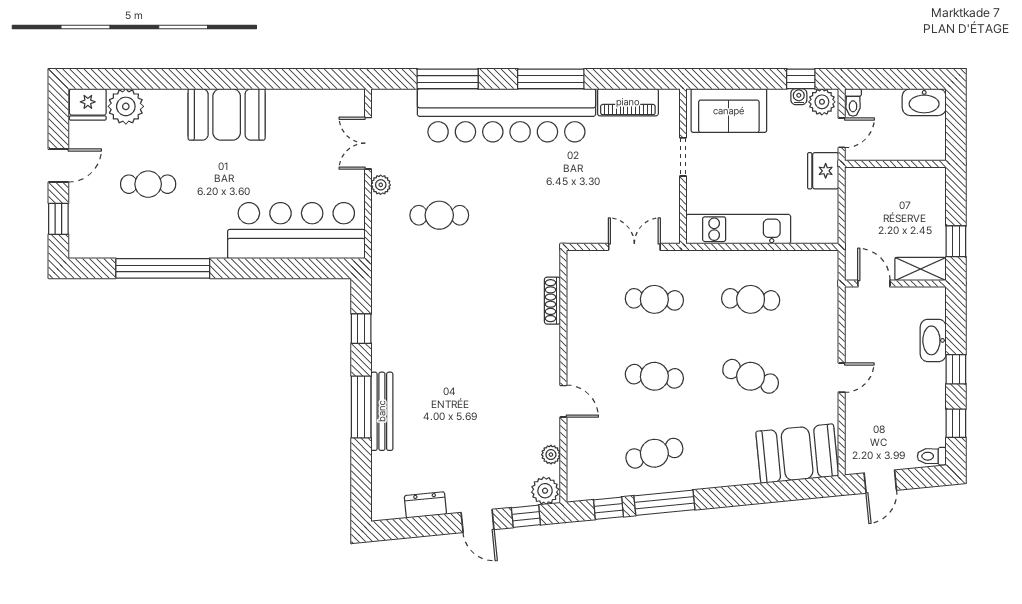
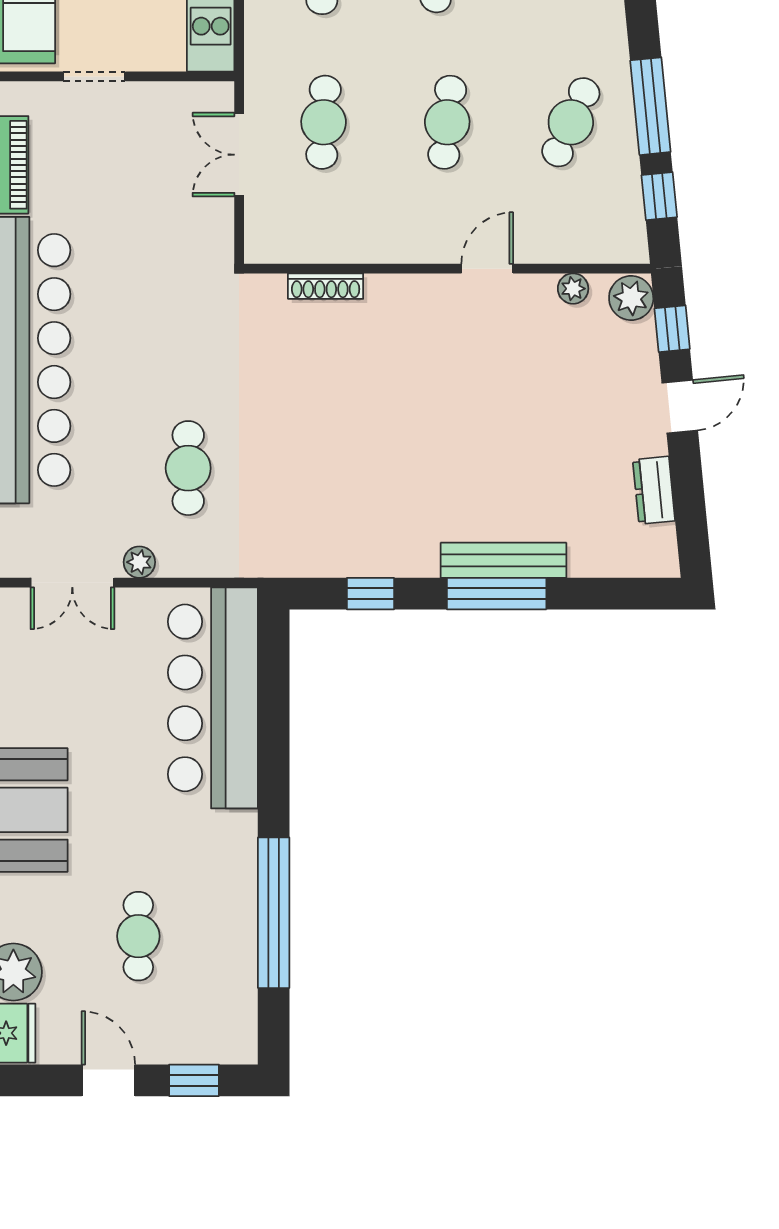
cafe table: (654, 453) -> (571, 122), turned 39

